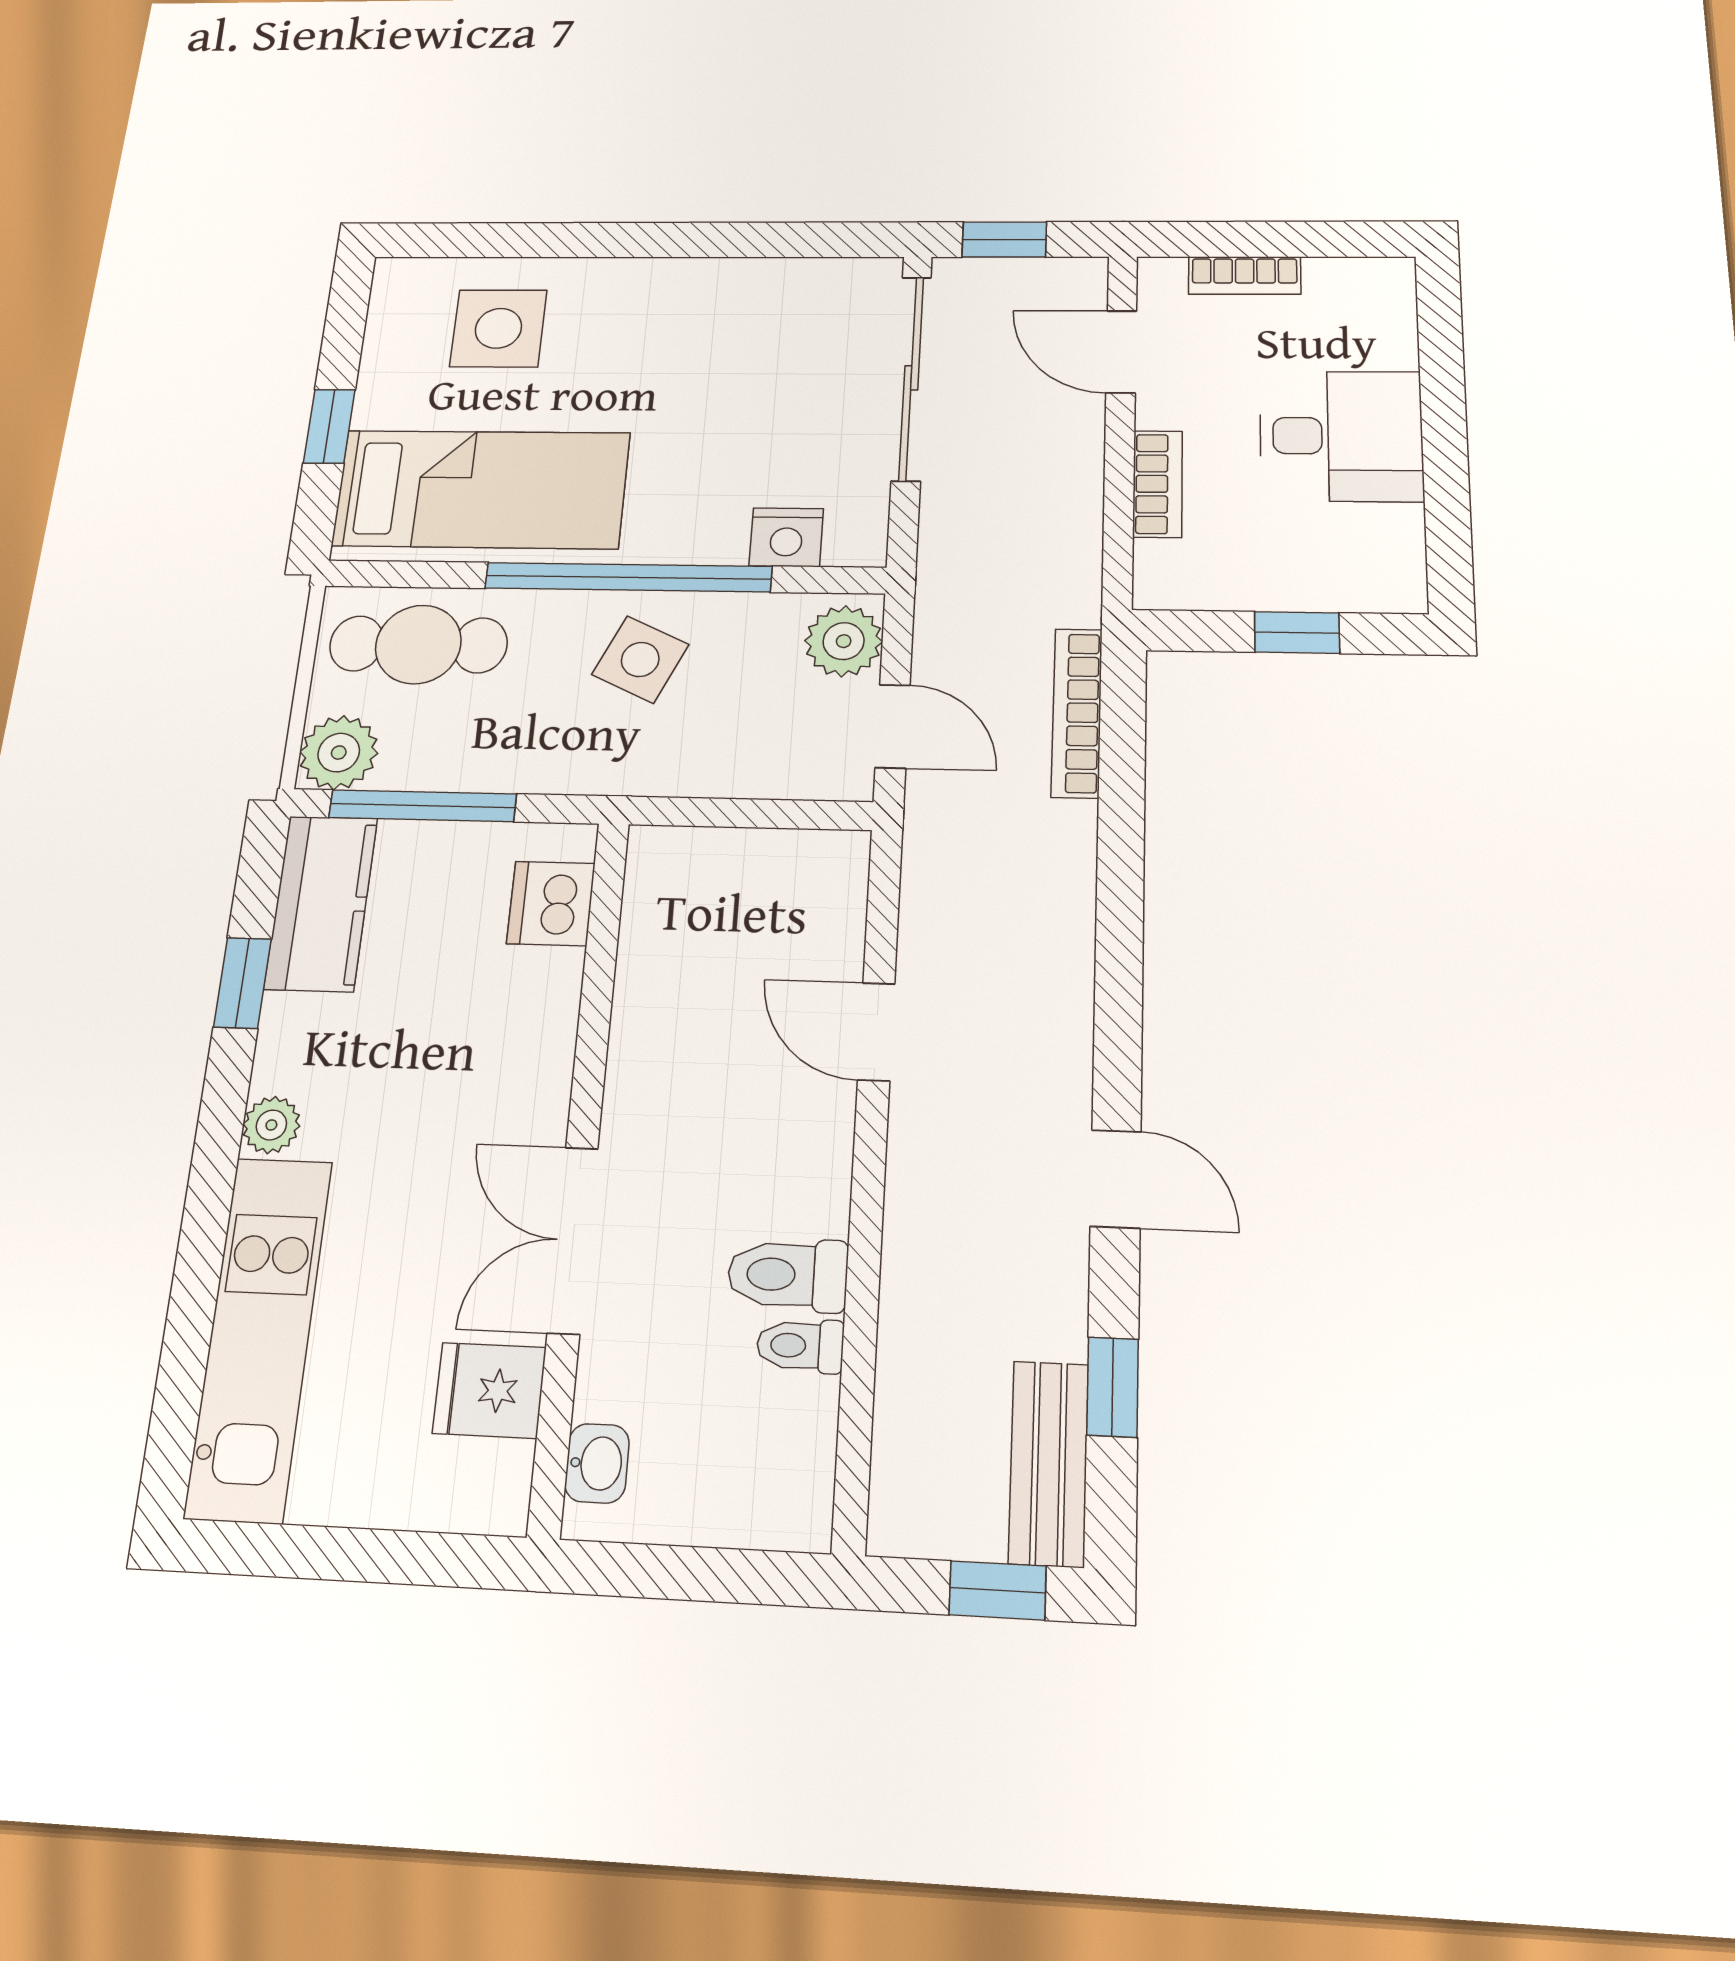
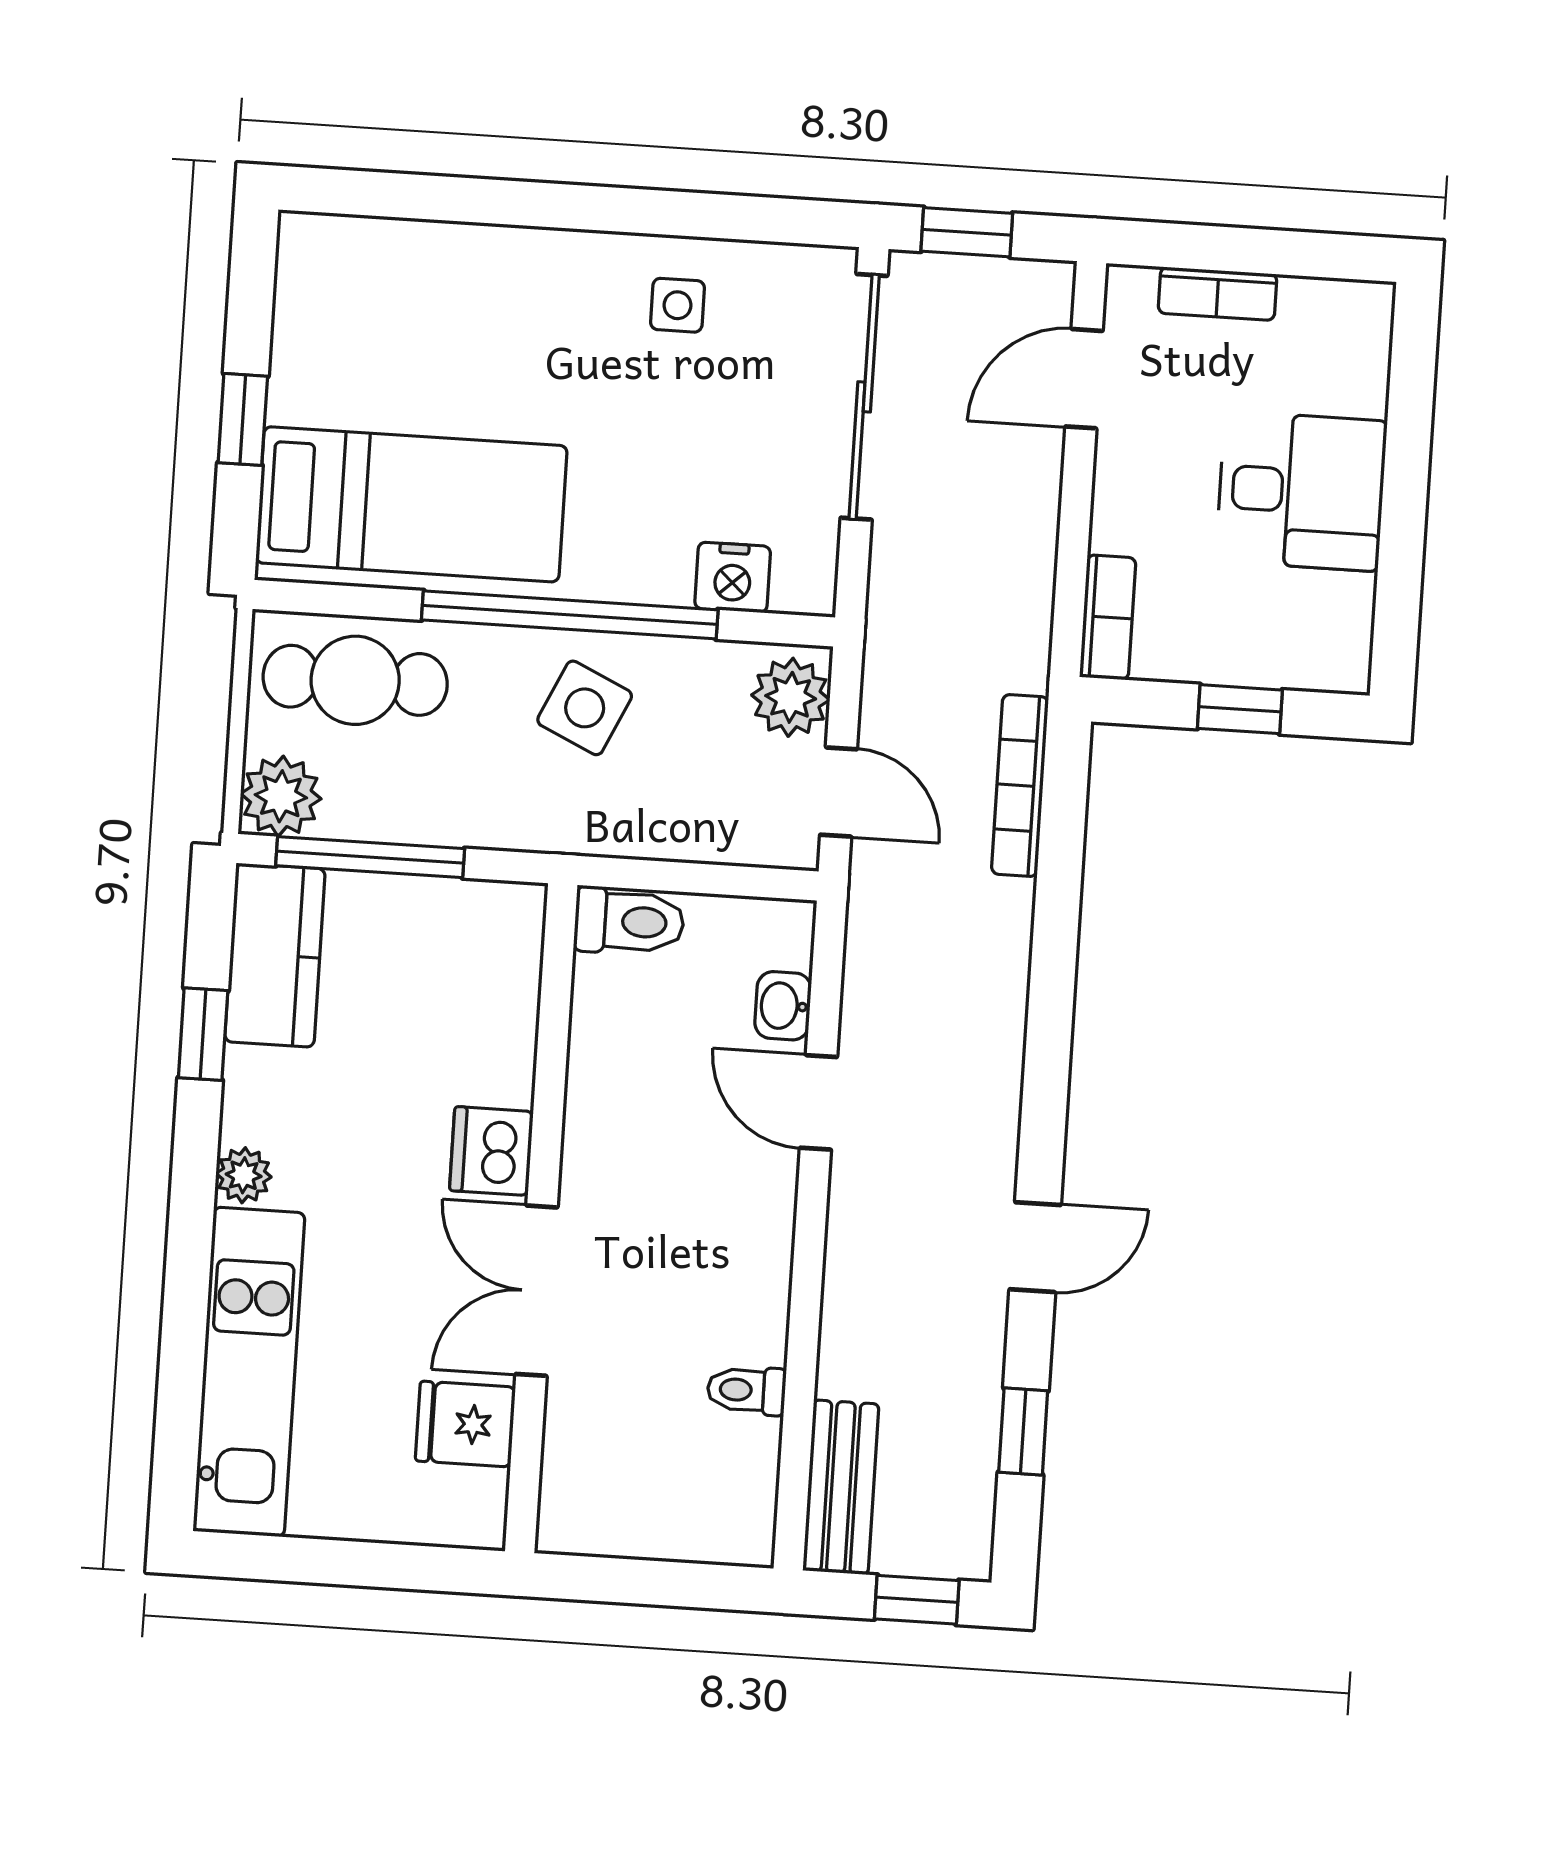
side table: (498, 328) -> (677, 305), moved, width x0.54, depth x0.54
door: (1121, 352) -> (1084, 379), hinge flipped
bookcase: (1158, 484) -> (1108, 617), moved
dishwasher: (551, 903) -> (491, 1151), moved
door: (1116, 1179) -> (1035, 1247), hinge flipped
toilet: (788, 1275) -> (629, 921), moved, turned 180
washbasin: (597, 1463) -> (783, 1006), moved, turned 180
bench: (1049, 1463) -> (841, 1487), moved

